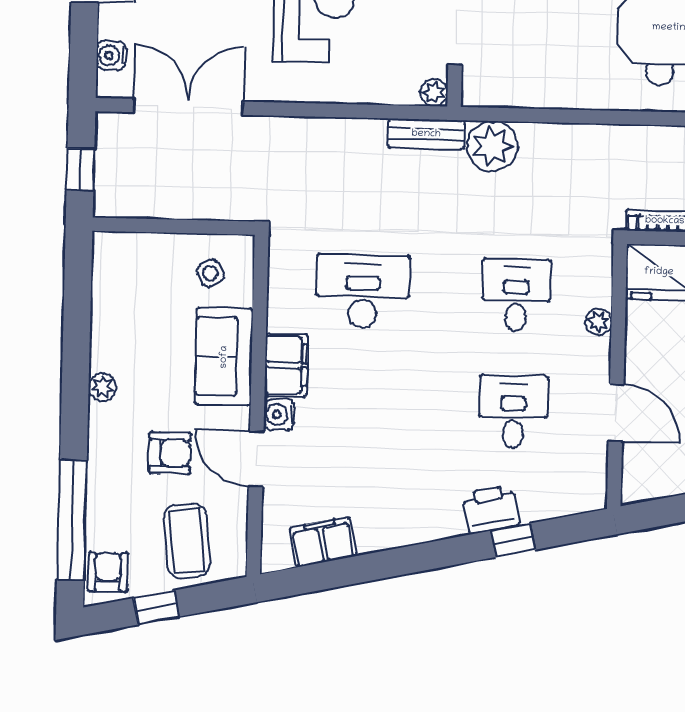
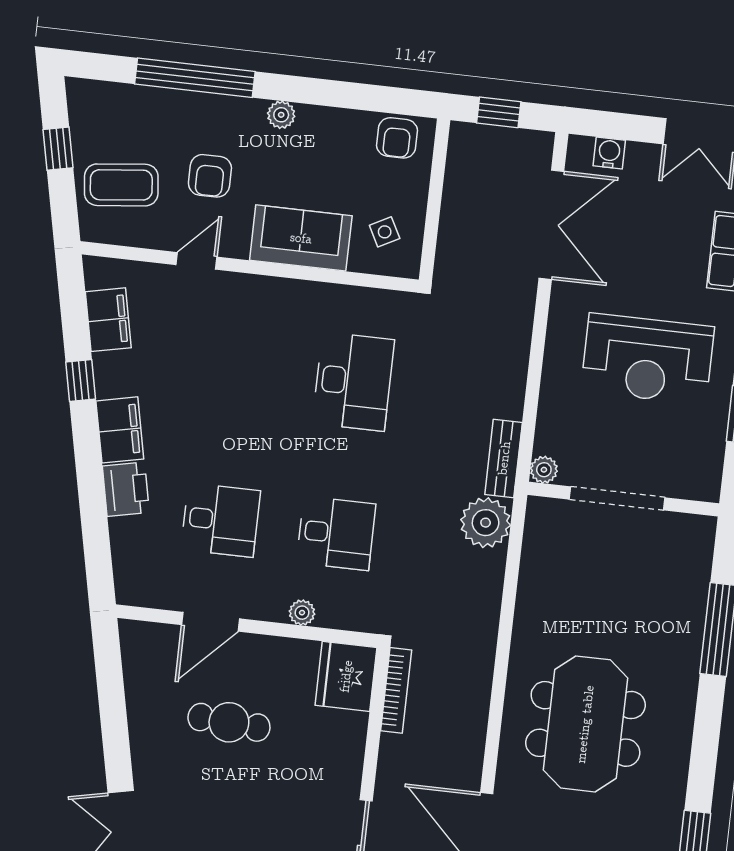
filing cabinet: (286, 365) -> (120, 430), moved, turned -102
water cooler: (279, 415) -> (238, 288), removed
door: (256, 459) -> (197, 261), width x0.73
window: (72, 520) -> (195, 78), moved
window: (513, 540) -> (81, 380), moved
armchair: (108, 572) -> (397, 138), moved, turned 90

